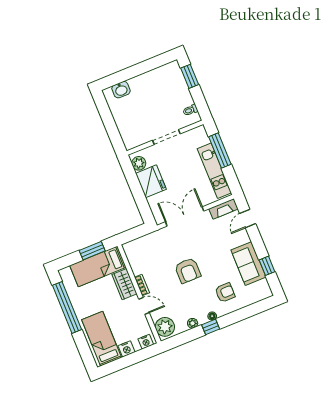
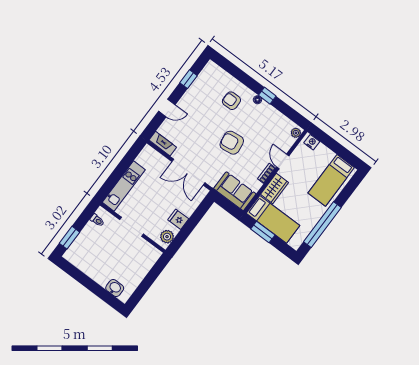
window: (220, 150) -> (116, 176), removed
kitchen unit: (214, 171) -> (124, 186), moved
fridge: (151, 181) -> (178, 219), width x0.53, depth x0.75
door: (248, 219) -> (167, 108), moved
sofa: (248, 264) -> (235, 191), moved, turned -90
armchair: (188, 271) -> (232, 143), turned -98
plant: (193, 323) -> (273, 112), removed
plant: (165, 327) -> (296, 133), width x0.53, depth x0.53
nightstand: (126, 349) -> (327, 155), removed

